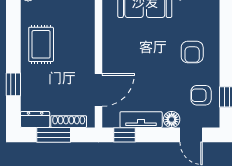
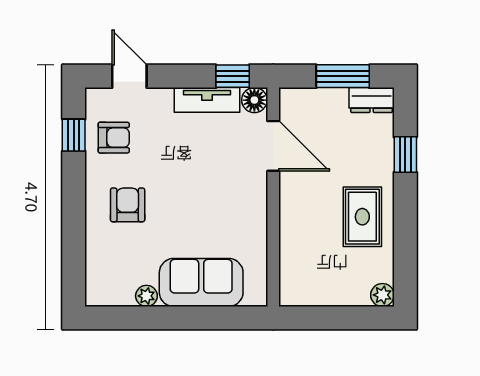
door: (98, 90) -> (273, 146), swing flipped
floor lamp: (172, 119) -> (254, 100), moved
shoe rack: (69, 122) -> (319, 97), removed

